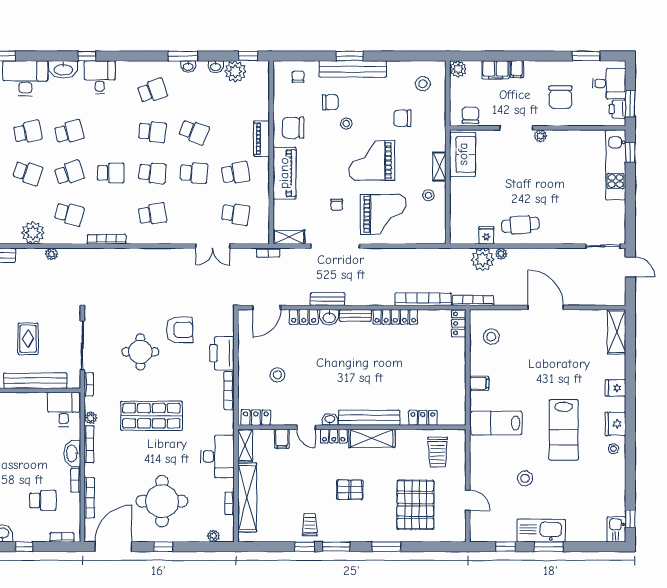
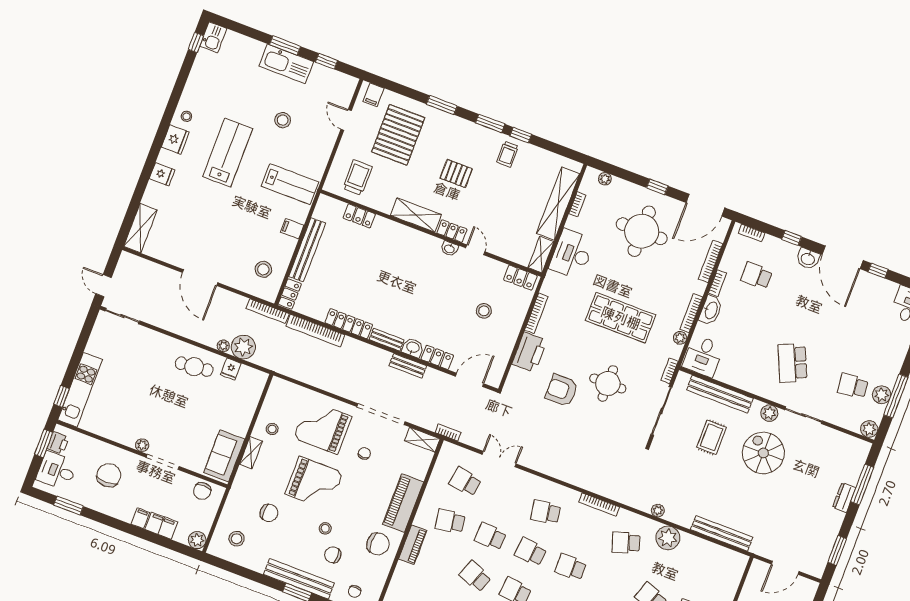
school desk: (69, 173) -> (611, 582), removed
school desk: (69, 214) -> (626, 543), turned -33
bench: (369, 418) -> (307, 250), moved, turned 90
filing cabinet: (282, 439) -> (374, 95), moved, turned 180

